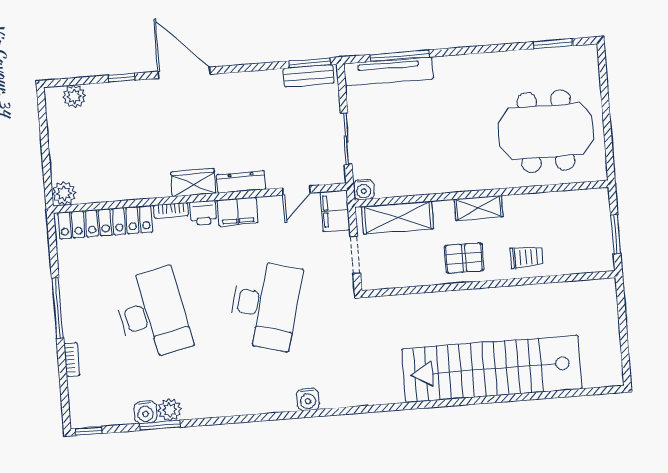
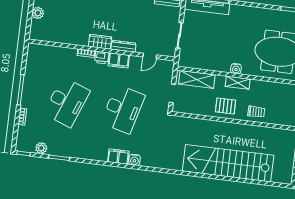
water cooler: (364, 189) -> (236, 69), moved
plant: (64, 193) -> (38, 13), moved
filing cabinet: (335, 211) -> (118, 157), moved, turned 90
locker: (105, 222) -> (53, 52), removed
desk: (152, 314) -> (67, 102), turned 33
plant: (170, 410) -> (41, 148), moved
water cooler: (145, 412) -> (53, 150), removed

